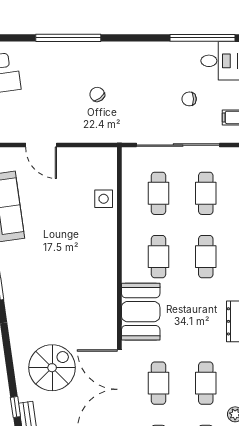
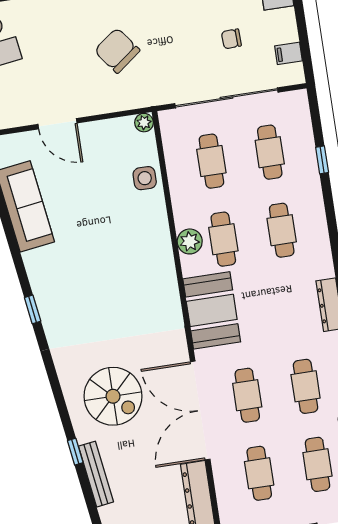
chair: (97, 94) -> (117, 51), width x1.87, depth x1.87
plant: (110, 155) -> (144, 123), added
plant: (132, 254) -> (190, 241), added
spiral stairs: (52, 368) -> (113, 396), turned 90

